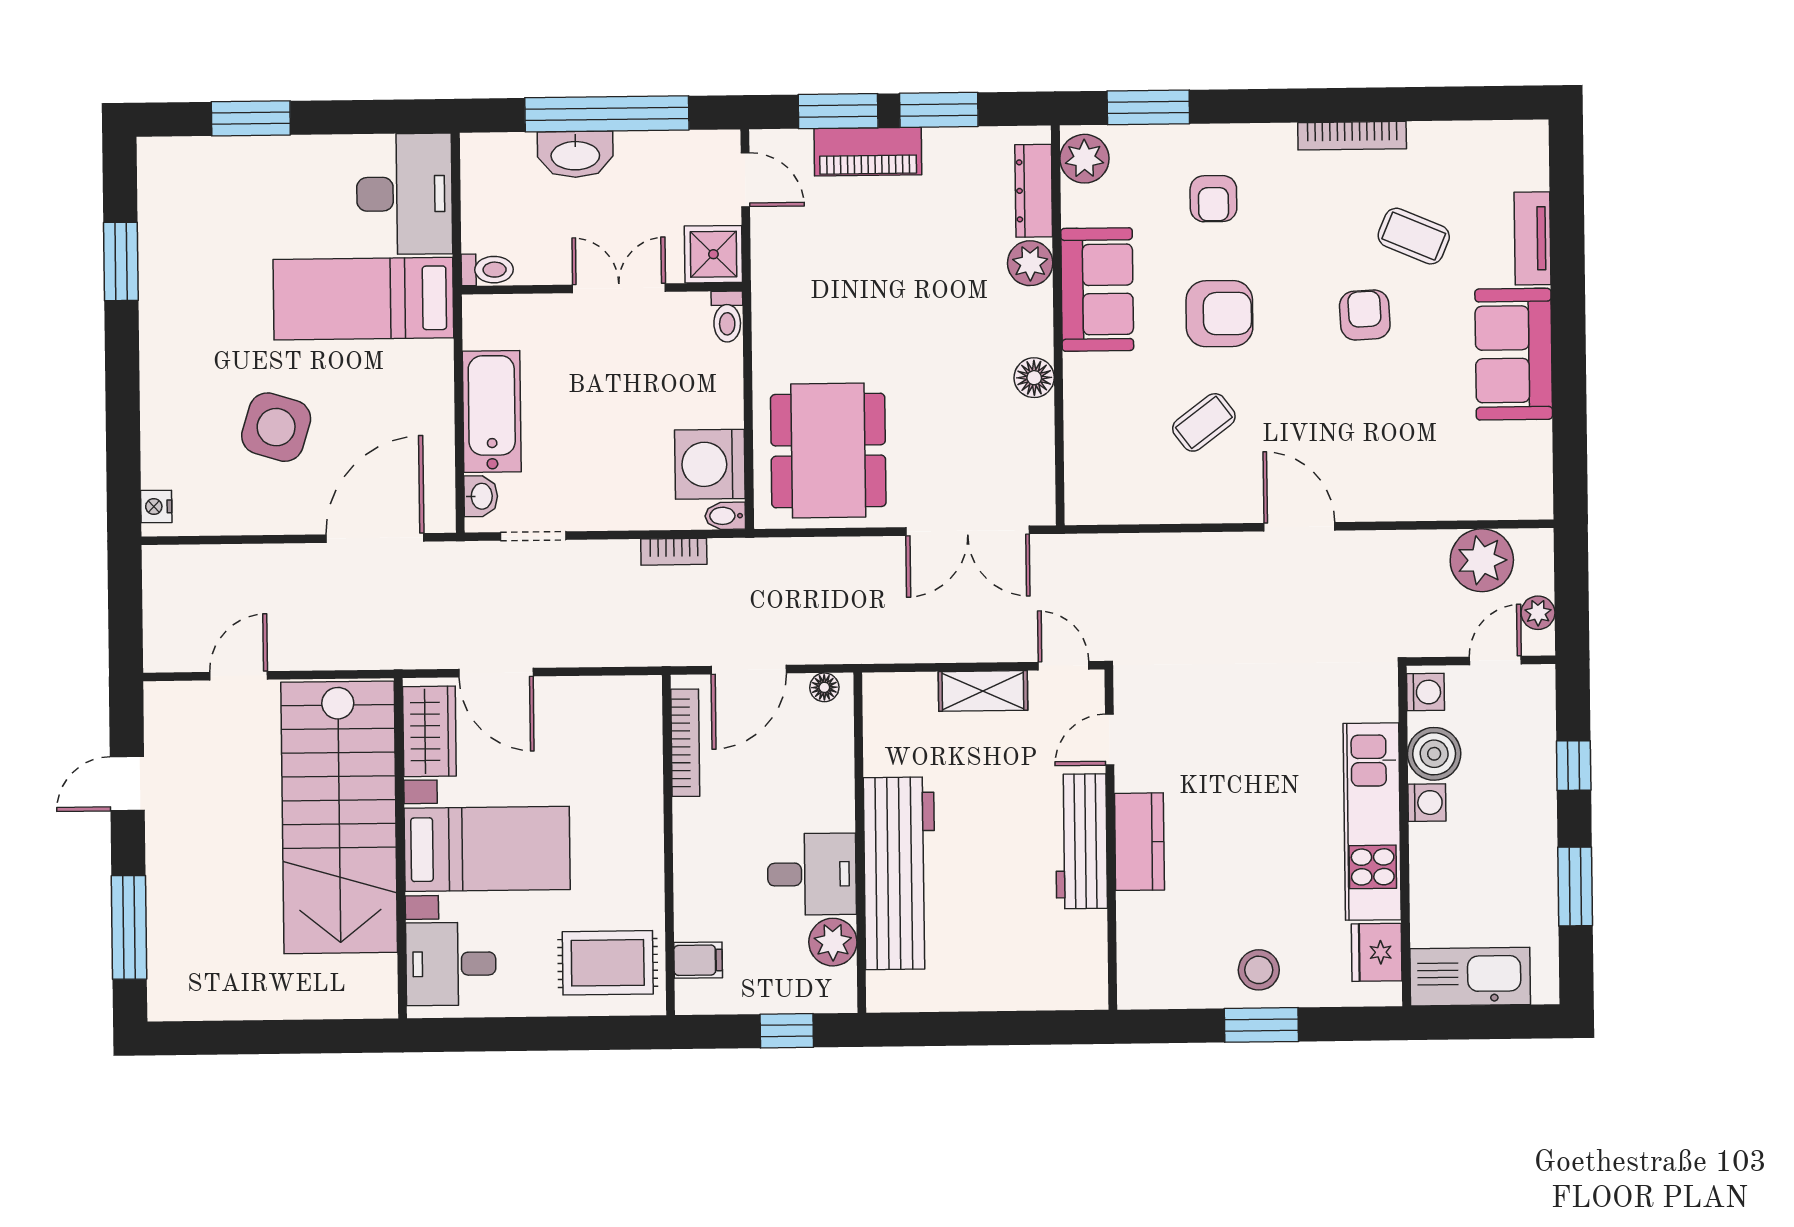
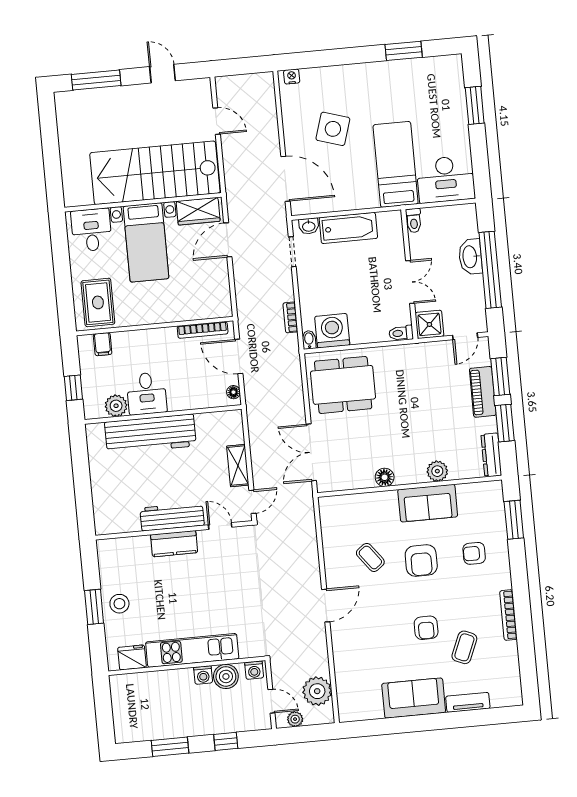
plant: (1084, 159) -> (488, 492), removed
dresser: (1034, 191) -> (491, 455), moved, turned -90
armchair: (1365, 315) -> (426, 628), turned 93
kitchen sink: (1470, 977) -> (124, 702), removed

